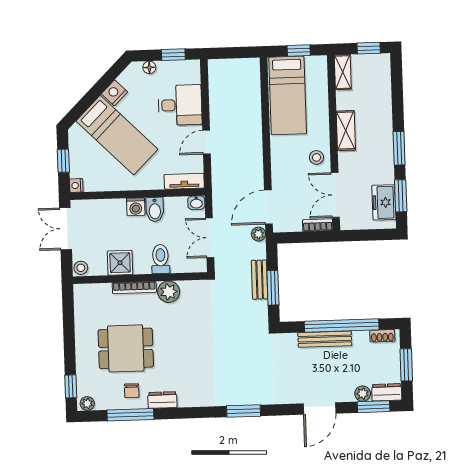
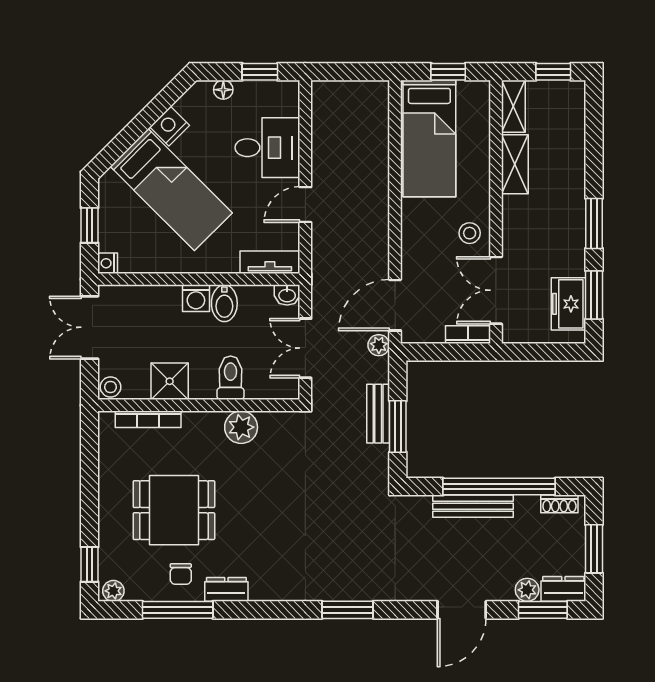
shelving: (346, 131) -> (515, 164), moved
bookcase: (134, 288) -> (148, 419), moved

